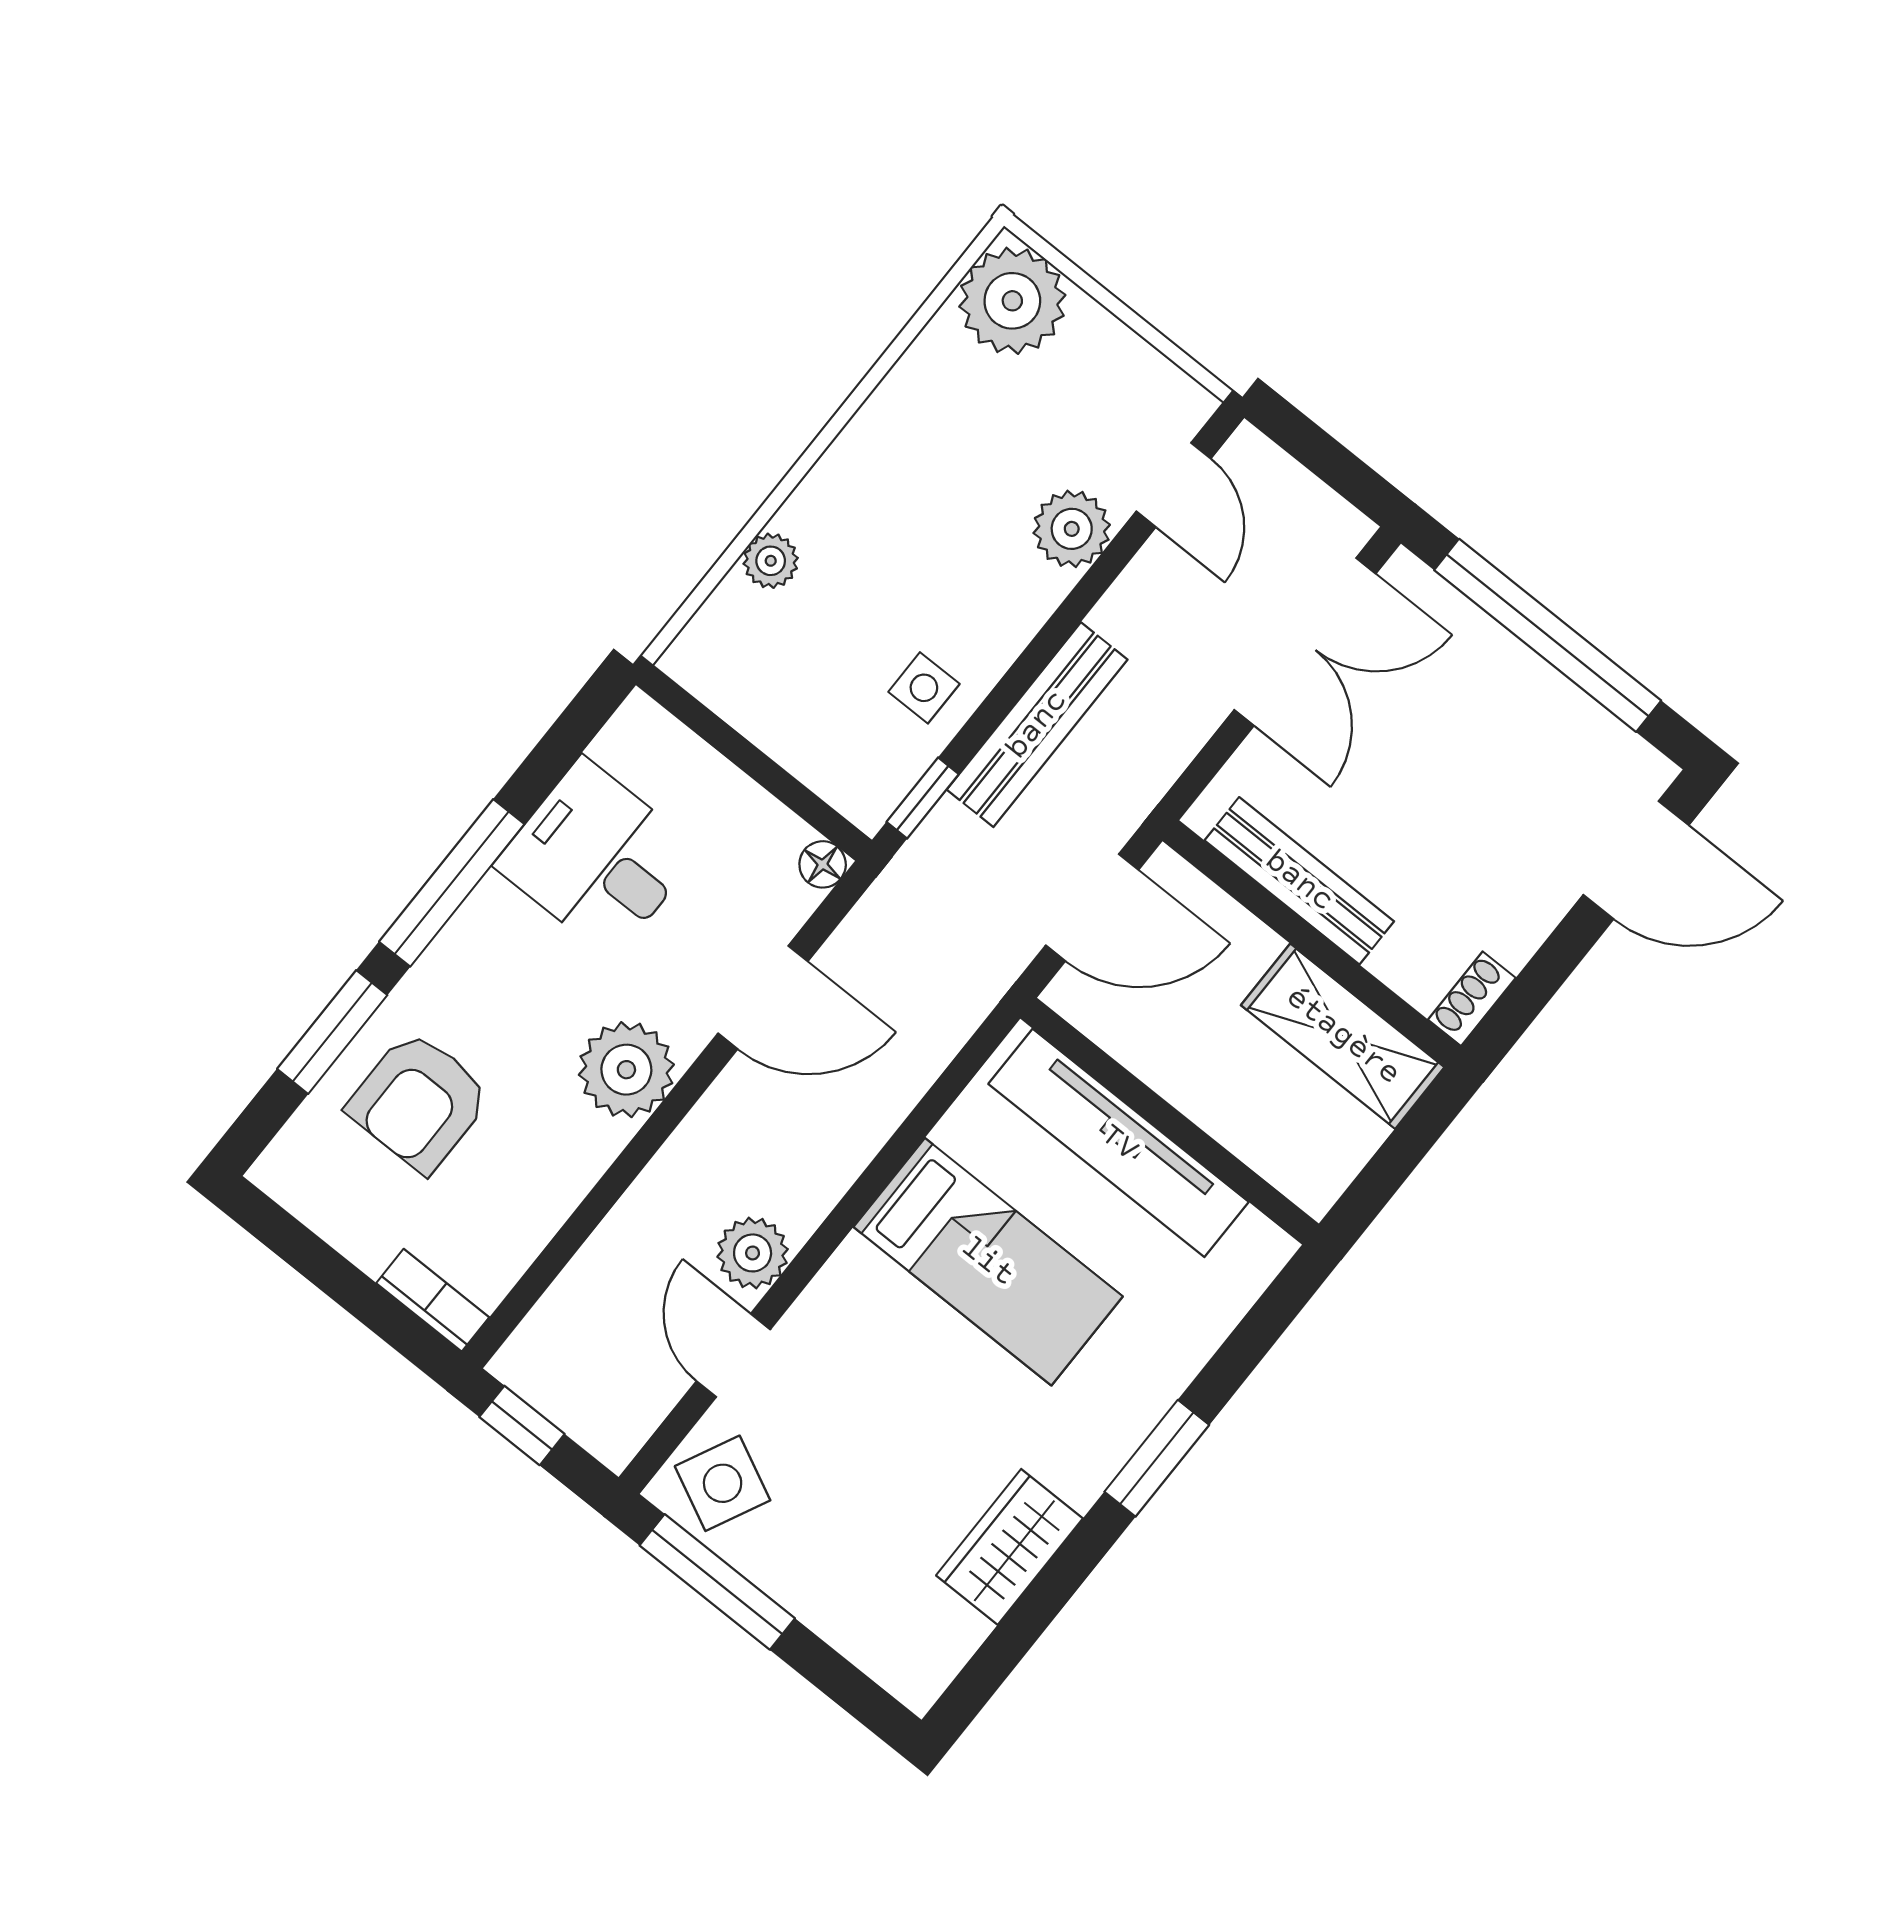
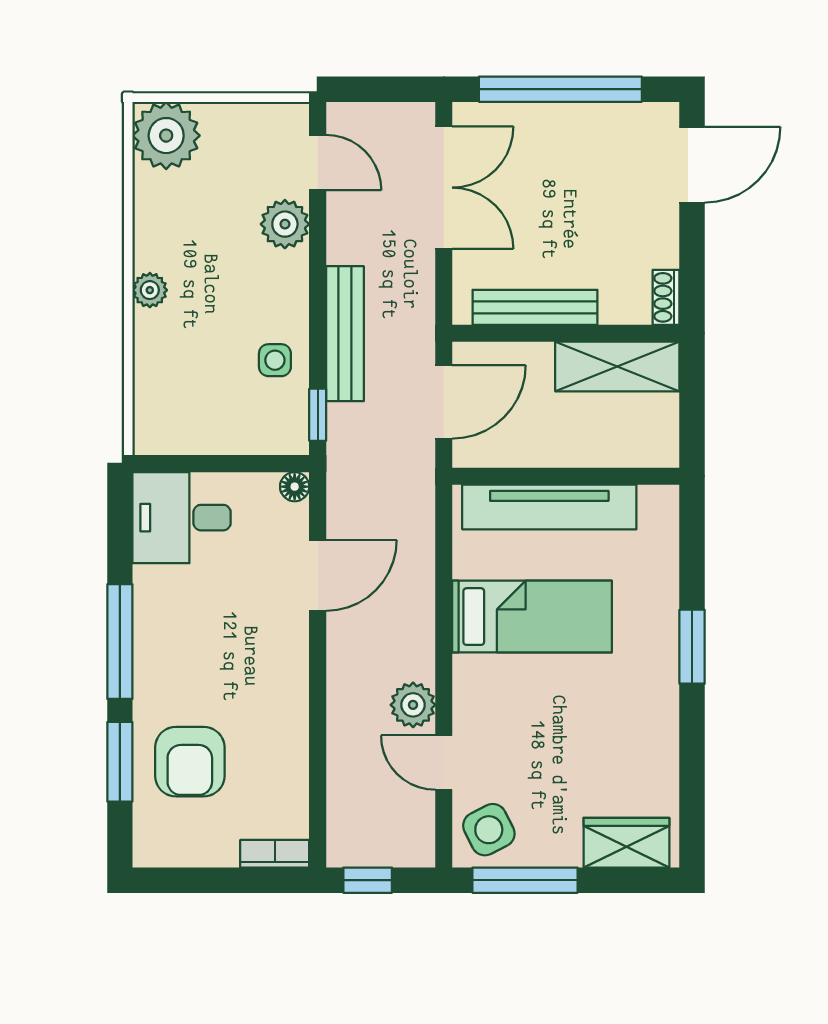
plant: (771, 561) -> (150, 290), moved
desk: (597, 858) -> (182, 518), moved
plant: (626, 1070) -> (279, 665), removed
side table: (723, 1483) -> (489, 830), turned 37
wardrobe: (1009, 1547) -> (626, 843), moved, turned 90

